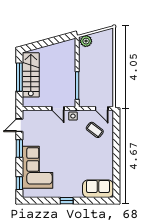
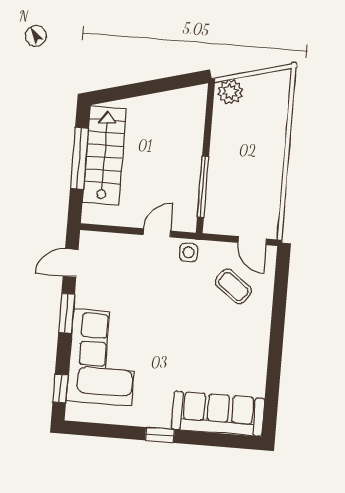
door: (58, 108) -> (157, 233), swing flipped
sofa: (98, 189) -> (218, 414), width x1.36

